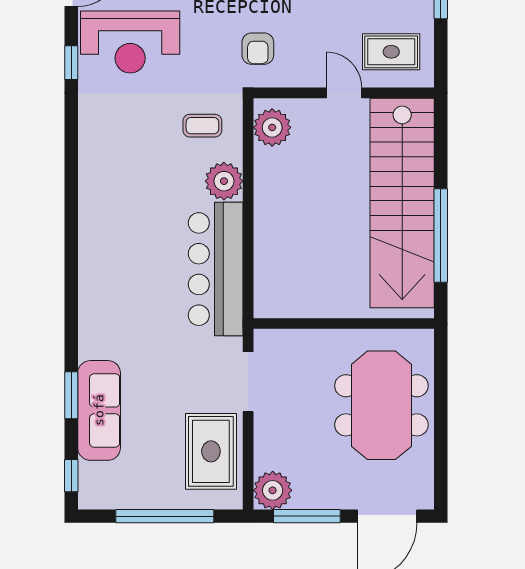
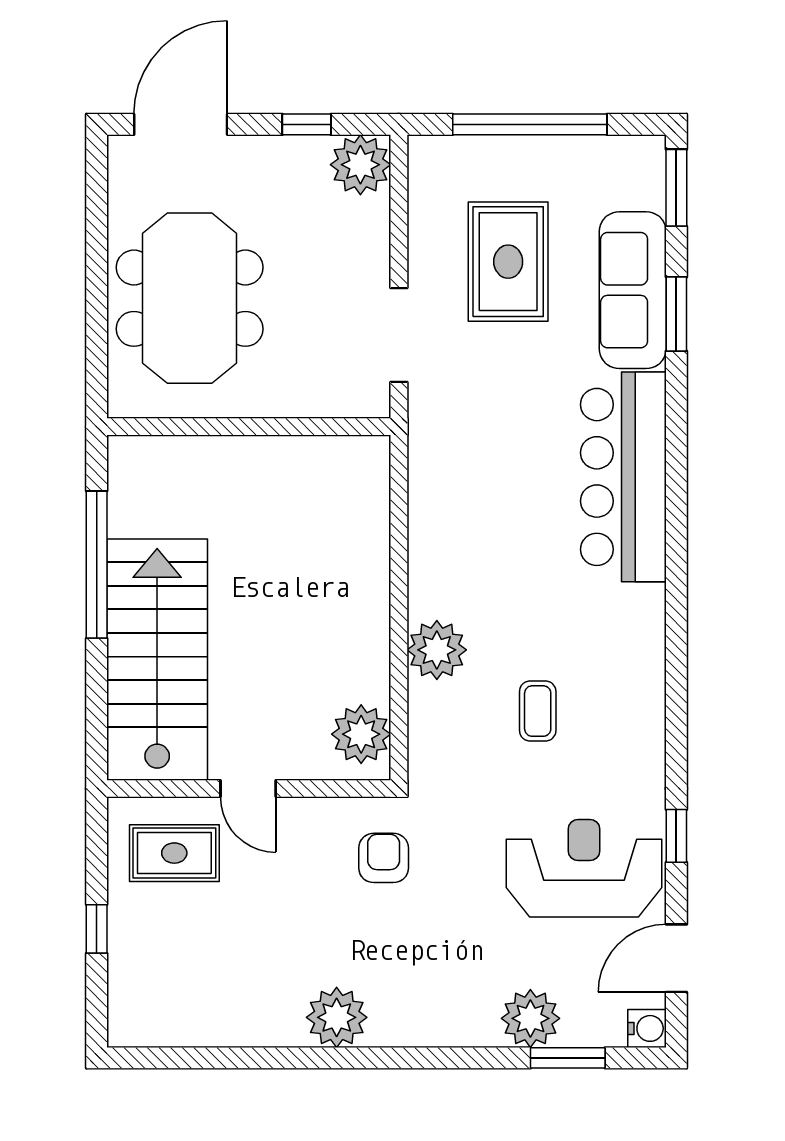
coffee table: (202, 126) -> (538, 711), moved, turned 90
stairs: (402, 203) -> (157, 660), width x0.73
bar counter: (216, 269) -> (623, 477), moved, turned 180
rug: (211, 451) -> (508, 262), moved
window: (71, 476) -> (676, 188), width x1.50
window: (307, 516) -> (307, 124), width x0.46

